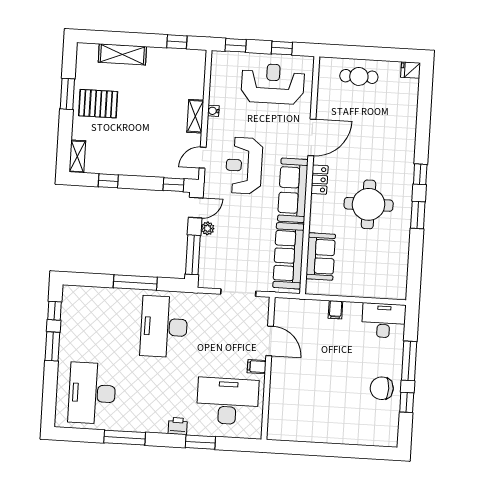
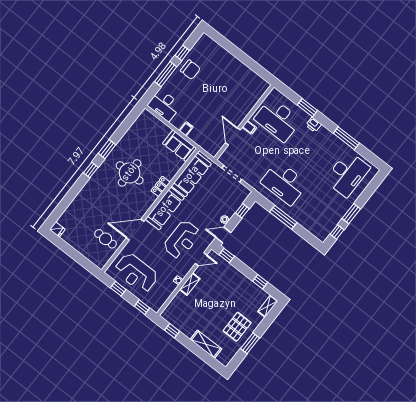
cafe table: (359, 76) -> (106, 239), moved
pallet: (98, 104) -> (237, 327), turned 90
locker: (320, 180) -> (161, 186), moved
window: (193, 255) -> (242, 211), width x0.46
sofa: (321, 256) -> (180, 146), moved, turned -90
desk: (164, 327) -> (284, 183), turned 90

